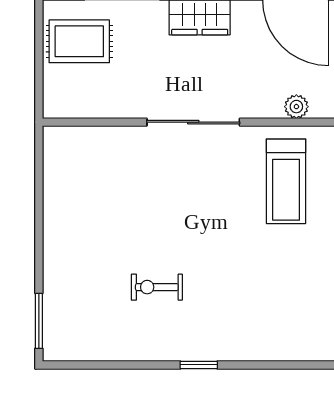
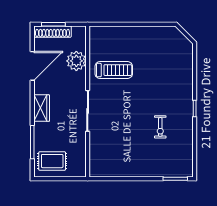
rug: (79, 41) -> (52, 161), turned 90
plant: (296, 107) -> (76, 61), width x1.88, depth x1.88

